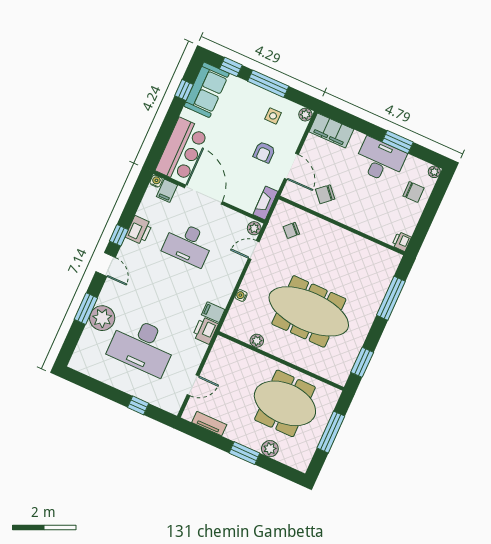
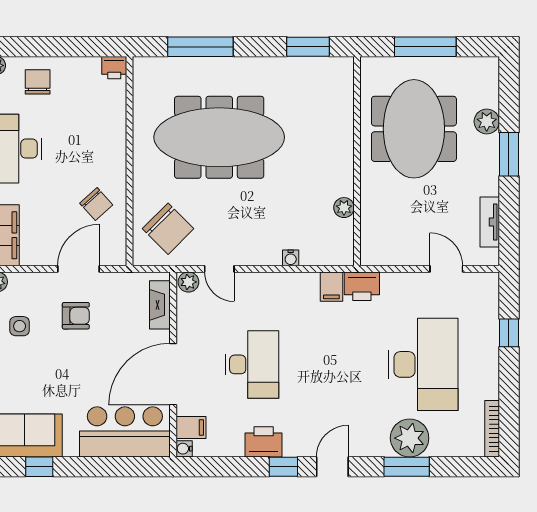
fireplace: (265, 203) -> (160, 305), moved, turned 90
chair: (291, 230) -> (168, 229), width x1.87, depth x1.87
meeting table: (309, 311) -> (219, 137), moved, turned 90
bookcase: (86, 370) -> (492, 429), added

